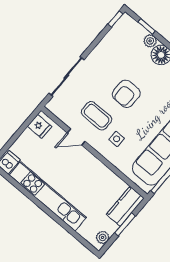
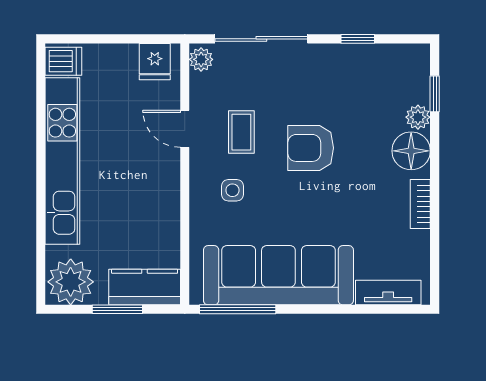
window: (115, 19) -> (358, 39), moved
plant: (54, 107) -> (201, 59), added
coffee table: (97, 116) -> (241, 132), width x0.73, depth x0.77
plant: (103, 237) -> (71, 282), width x1.87, depth x1.87

